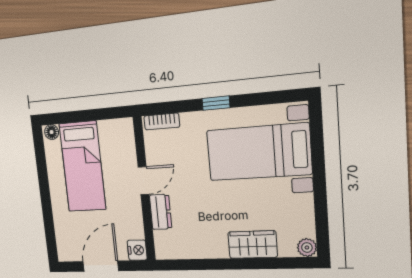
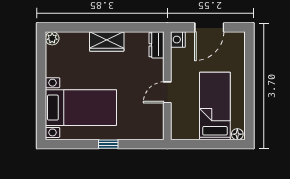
bookcase: (162, 122) -> (149, 135), removed
dresser: (161, 212) -> (156, 45), moved
wardrobe: (253, 245) -> (107, 42), moved

